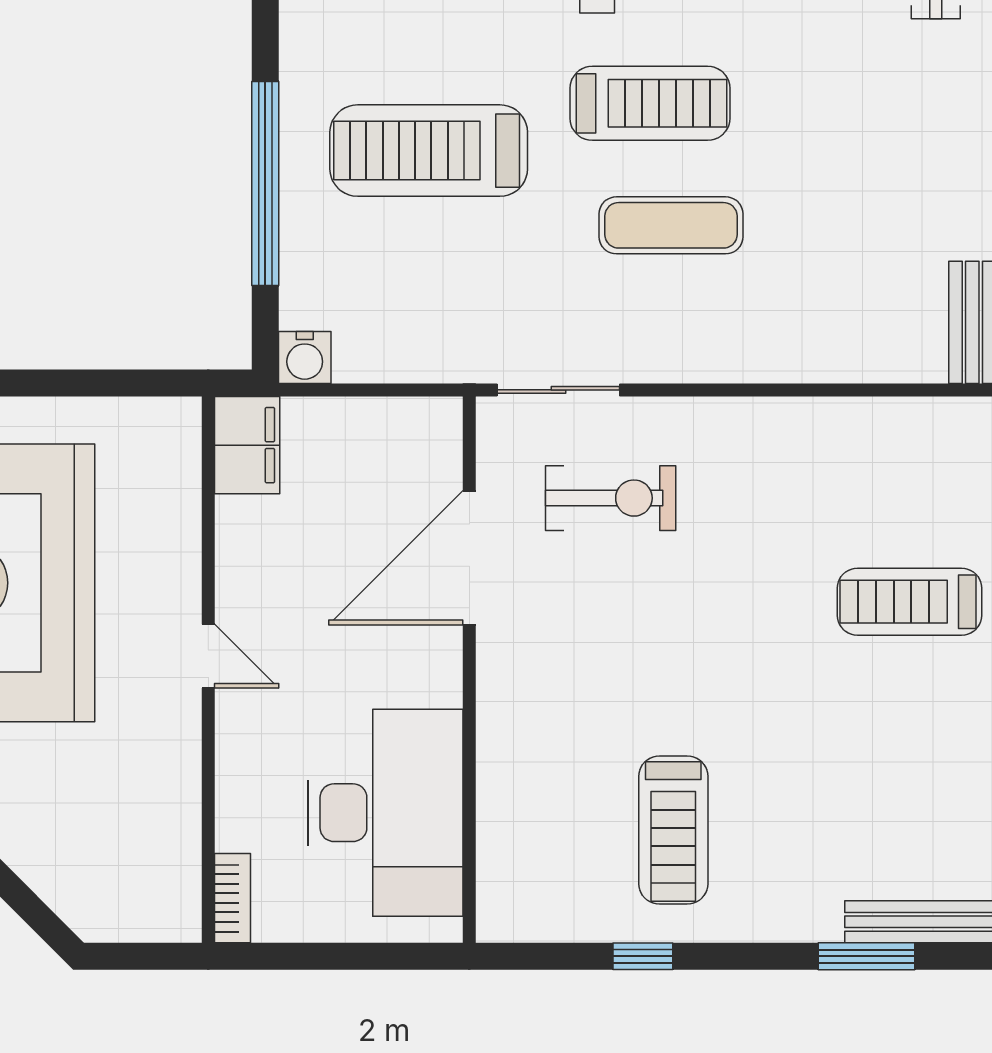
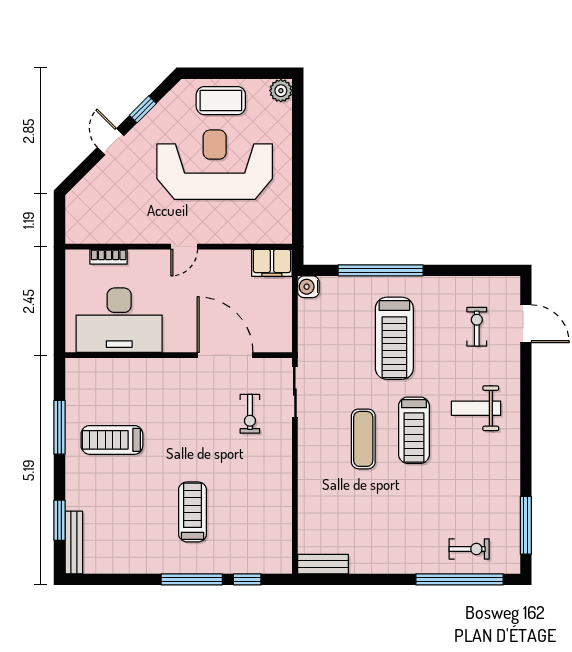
treadmill: (429, 151) -> (394, 338), turned 180
exercise bike: (611, 498) -> (250, 414), width x0.73, depth x0.72
treadmill: (909, 602) -> (193, 512), moved
bookcase: (233, 898) -> (109, 257), moved
window: (643, 956) -> (60, 427), width x2.17

